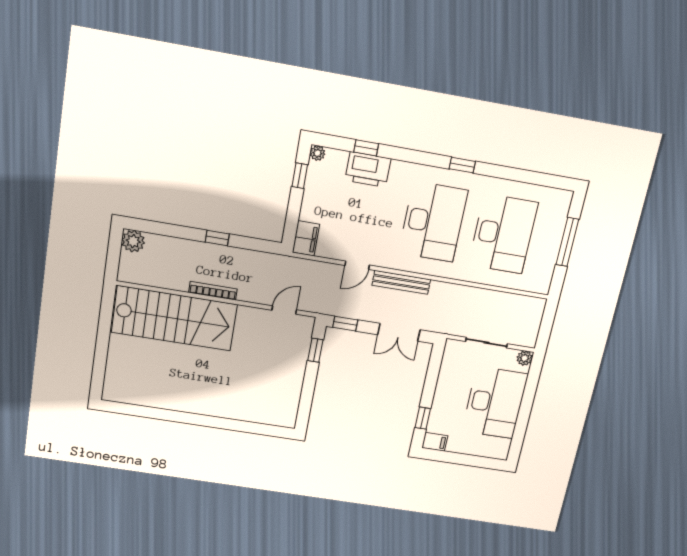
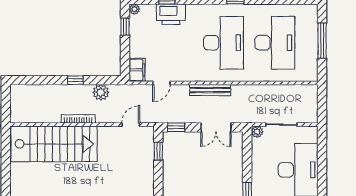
plant: (133, 241) -> (101, 92), moved
door: (357, 265) -> (161, 83), moved
plant: (525, 358) -> (257, 132), moved

